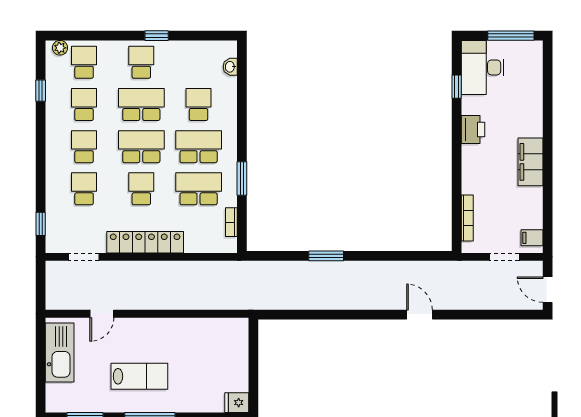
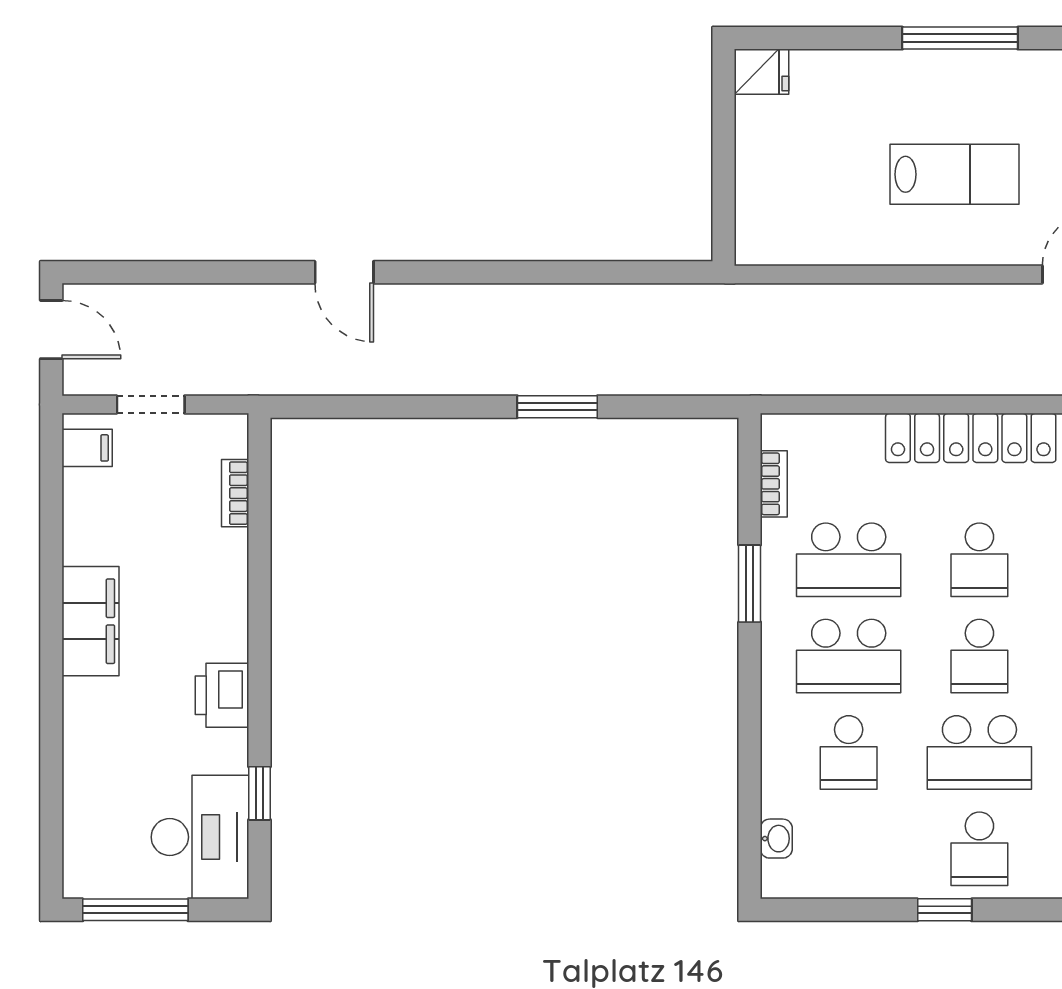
school desk: (141, 147) -> (979, 656), width x0.54
bookcase: (467, 218) -> (235, 493), width x0.64
lab bench: (139, 376) -> (955, 174), moved, turned 180

